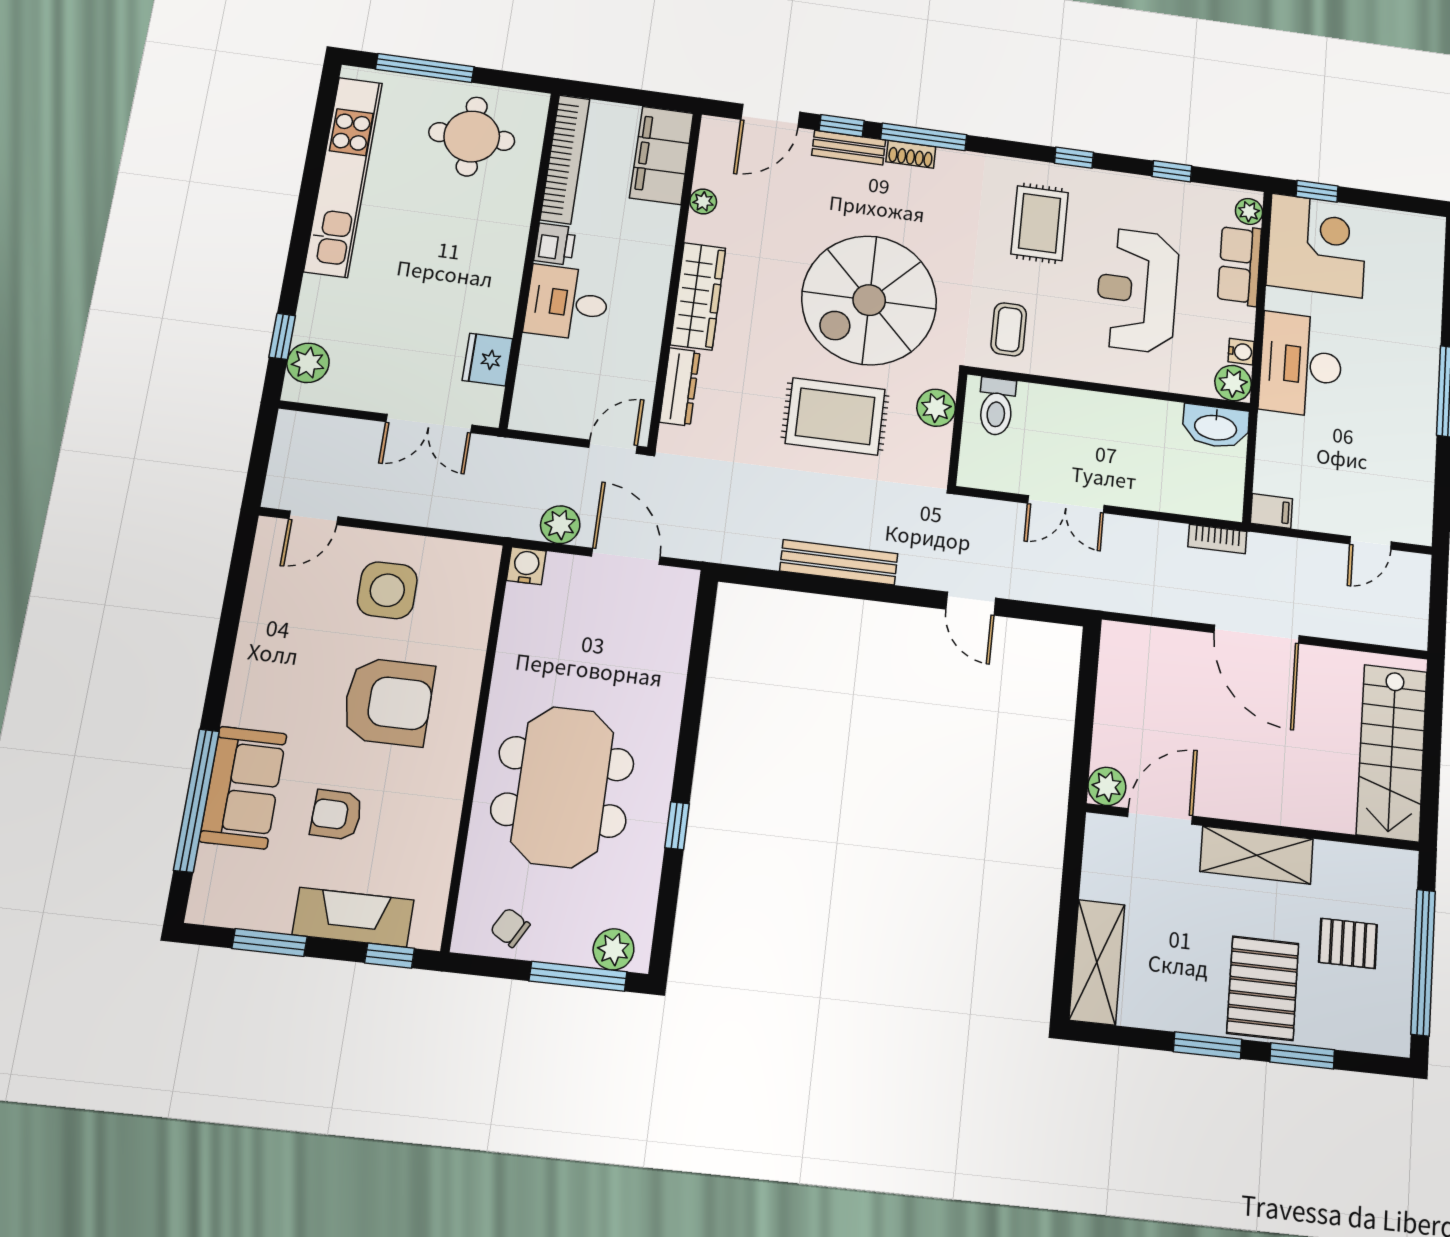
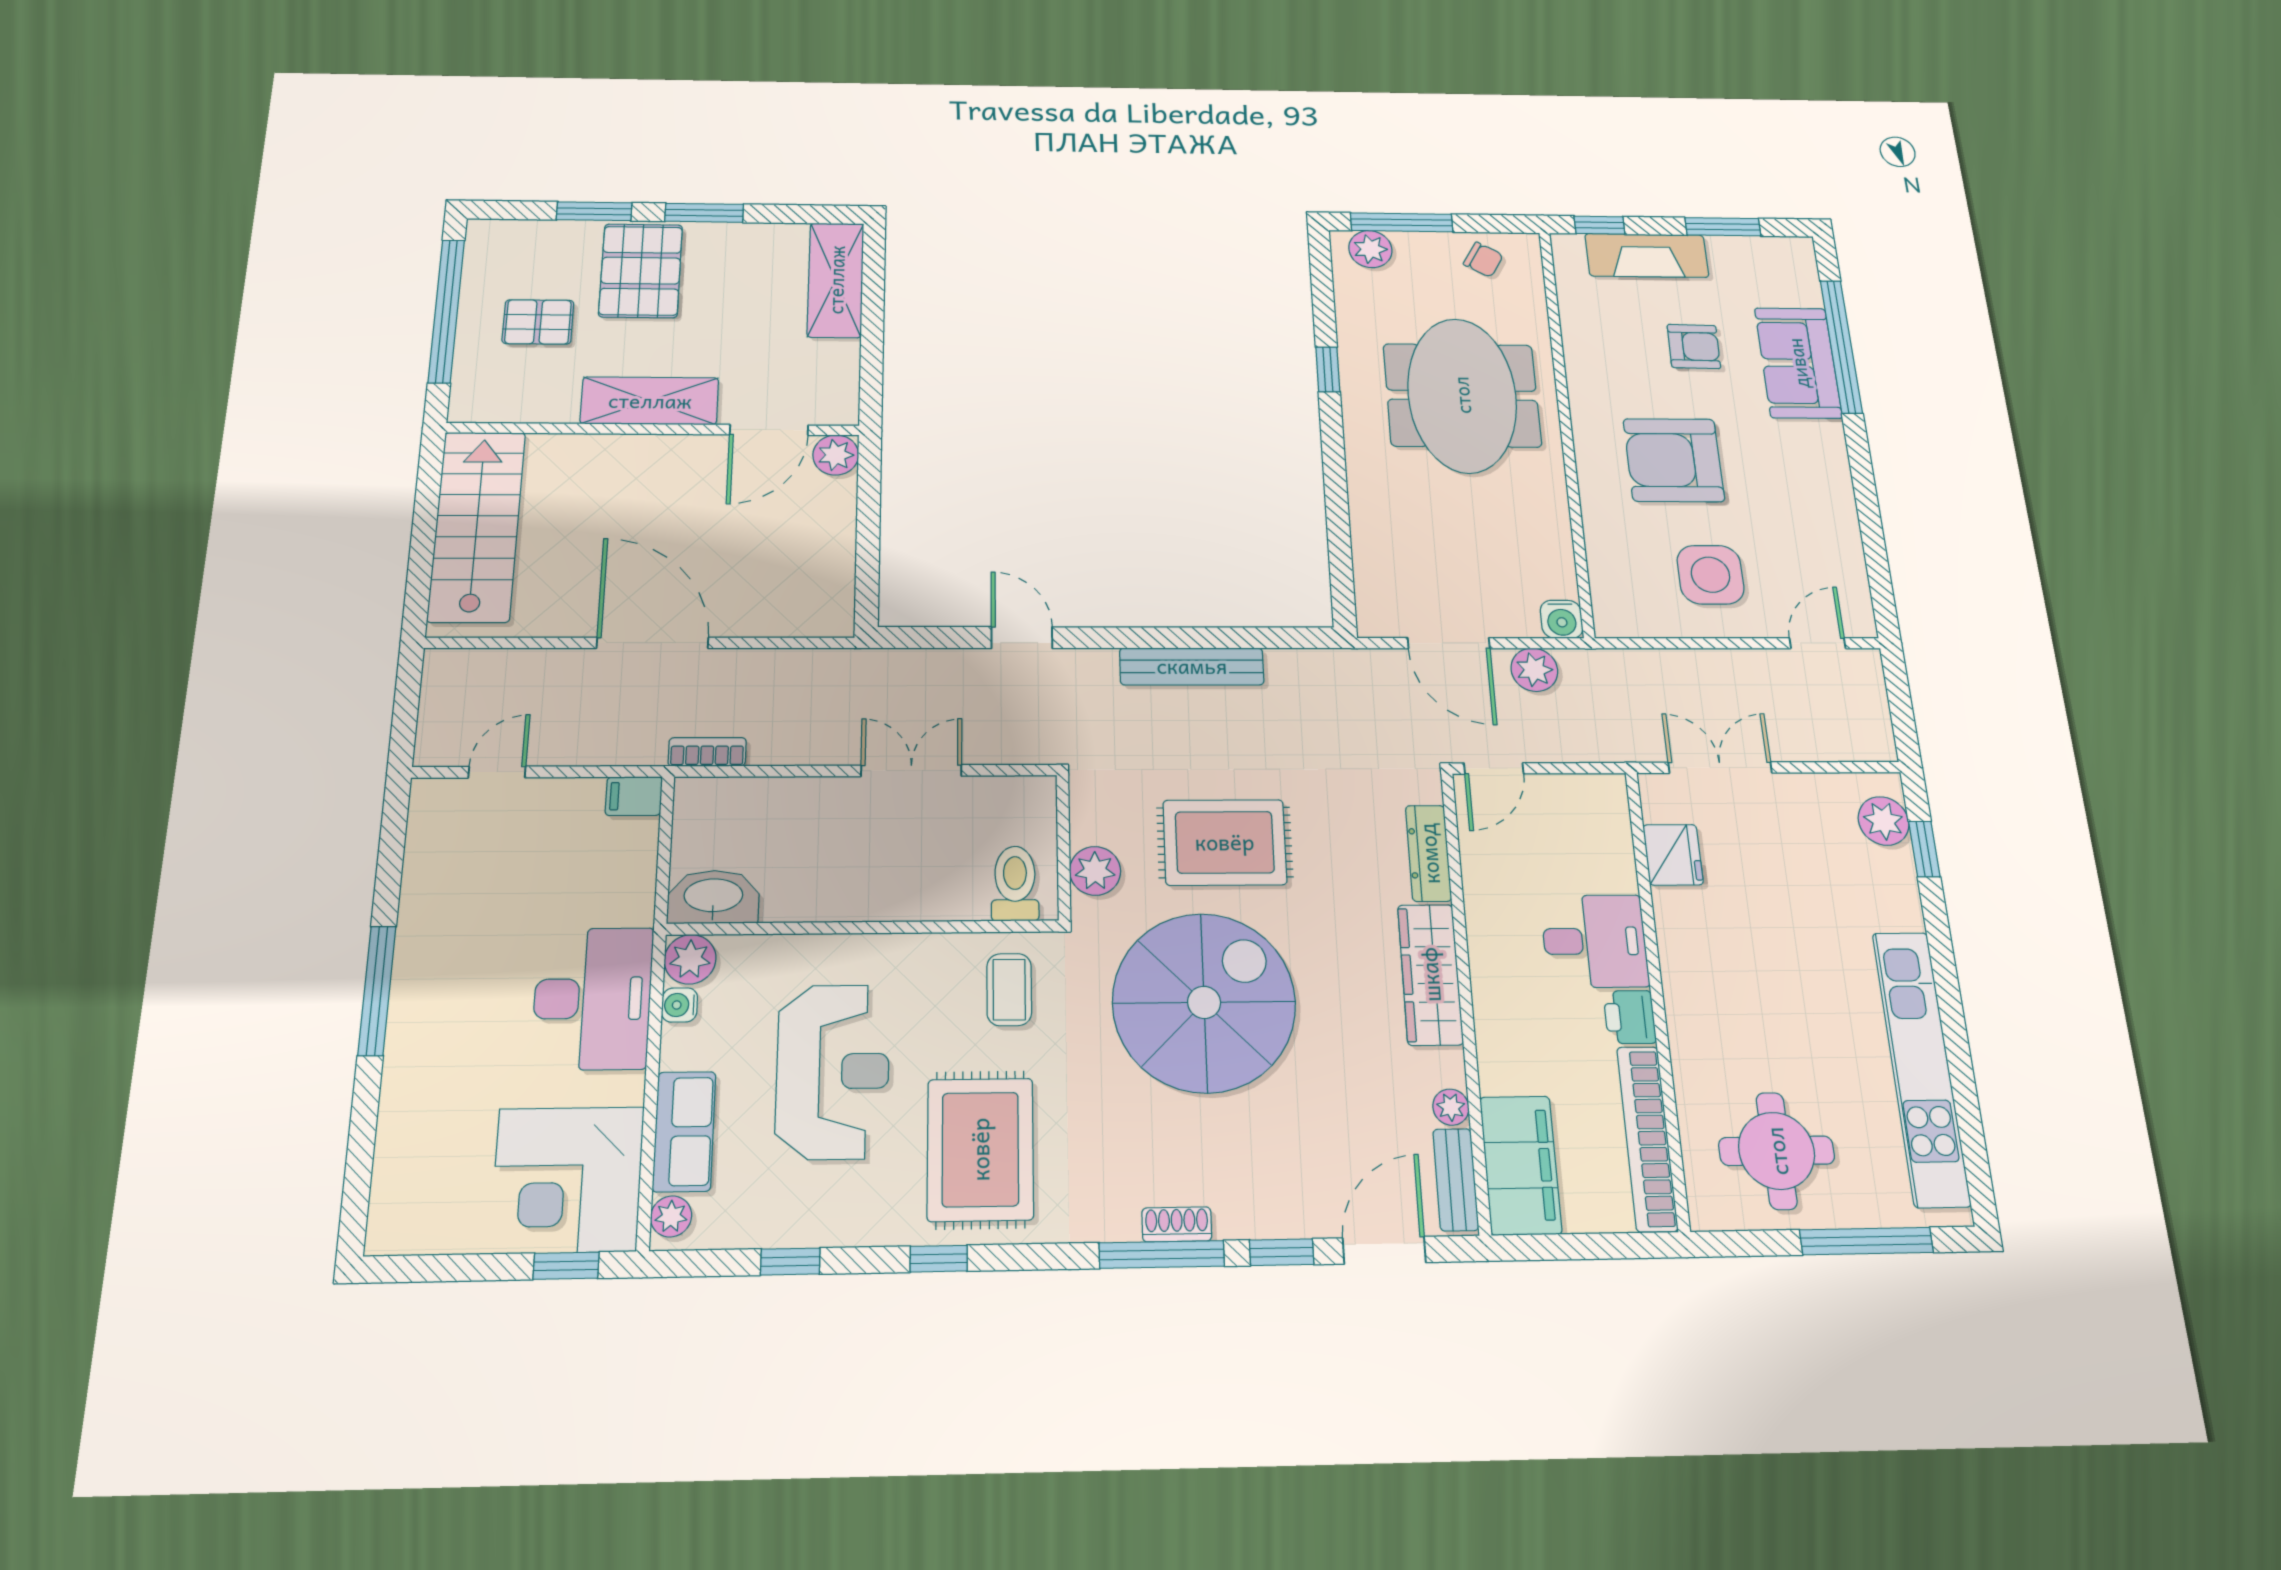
bench: (849, 148) -> (1456, 1180), moved, turned 90
rug: (1040, 223) -> (980, 1149), width x1.36, depth x1.43

